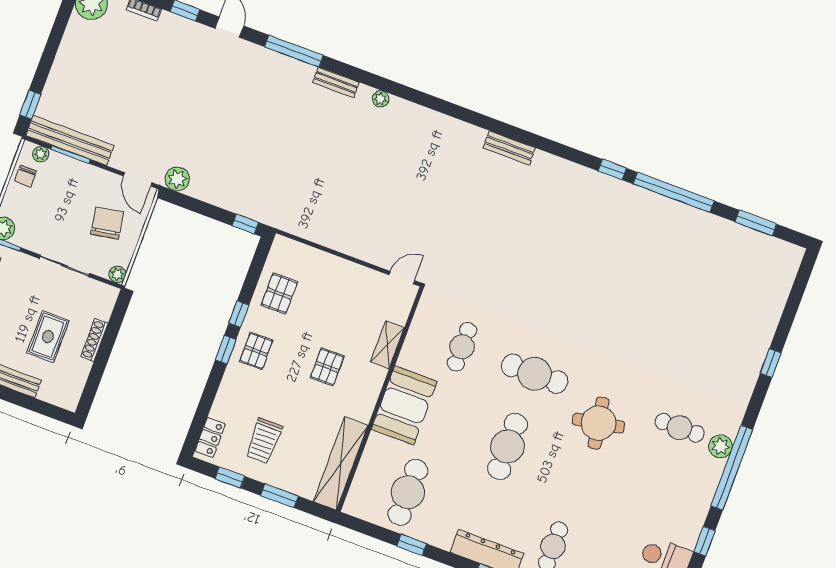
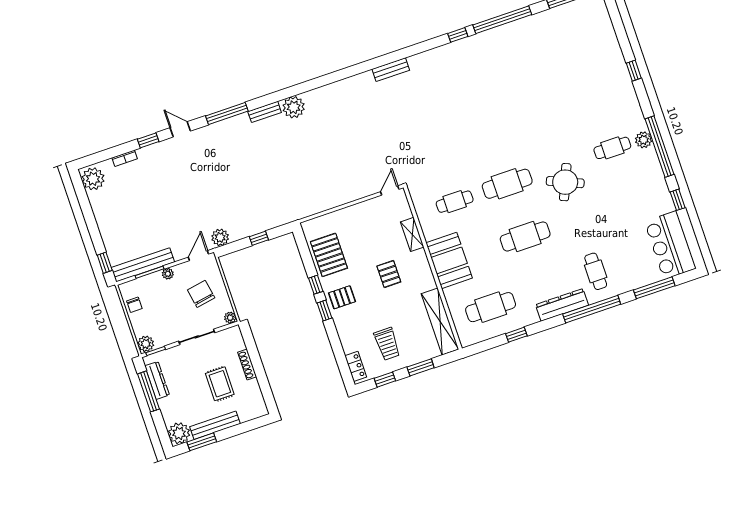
plant: (381, 99) -> (294, 107), width x1.88, depth x1.88
plant: (41, 154) -> (168, 274), moved
door: (138, 179) -> (198, 256), swing flipped
window: (245, 224) -> (259, 238), moved
pallet: (279, 294) -> (329, 255), width x1.50, depth x1.42
cafe table: (462, 347) -> (455, 202), turned 90
pallet: (256, 351) -> (342, 297), turned 90
round table: (599, 423) -> (565, 182), turned 33
cafe table: (507, 446) -> (525, 236), turned 90
cafe table: (408, 492) -> (491, 307), turned 90

